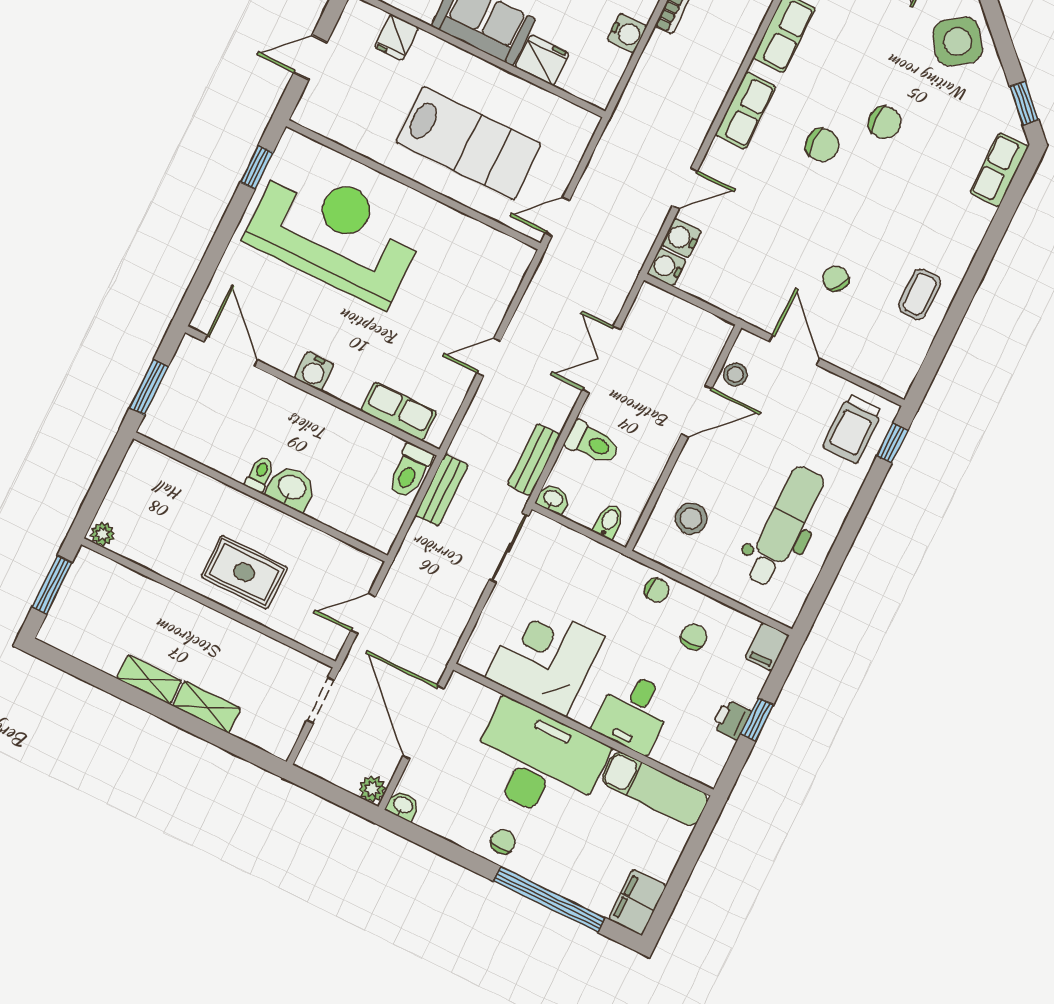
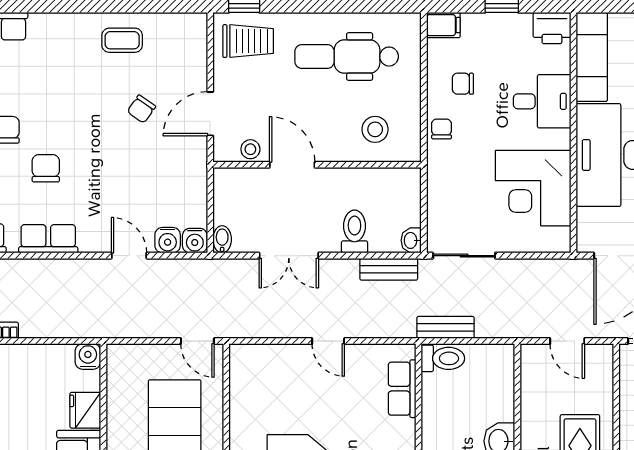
water cooler: (627, 33) -> (88, 357), moved
bidet: (609, 522) -> (222, 239), moved, turned 90
printer: (731, 719) -> (552, 28), moved, width x1.36, depth x1.24

